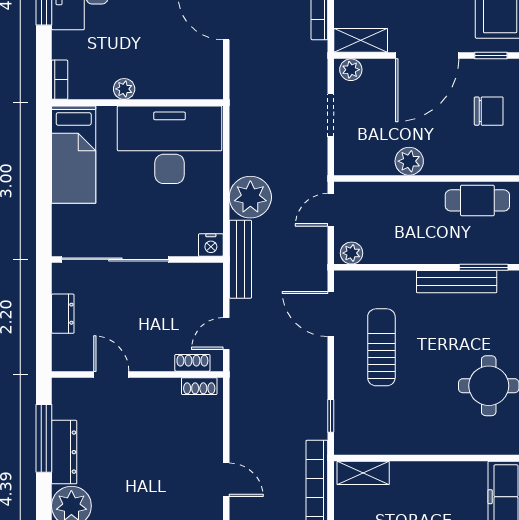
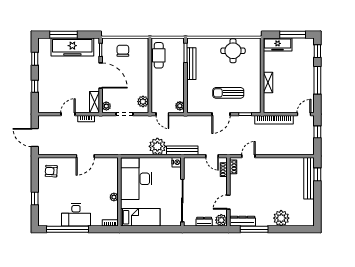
plant: (409, 161) -> (143, 102), moved
door: (331, 314) -> (221, 114), moved
sun lounger: (381, 347) -> (228, 93), moved
plant: (66, 357) -> (221, 220), added
dresser: (64, 452) -> (243, 221), moved
shelving: (363, 473) -> (268, 82), moved
door: (226, 480) -> (248, 156), moved

